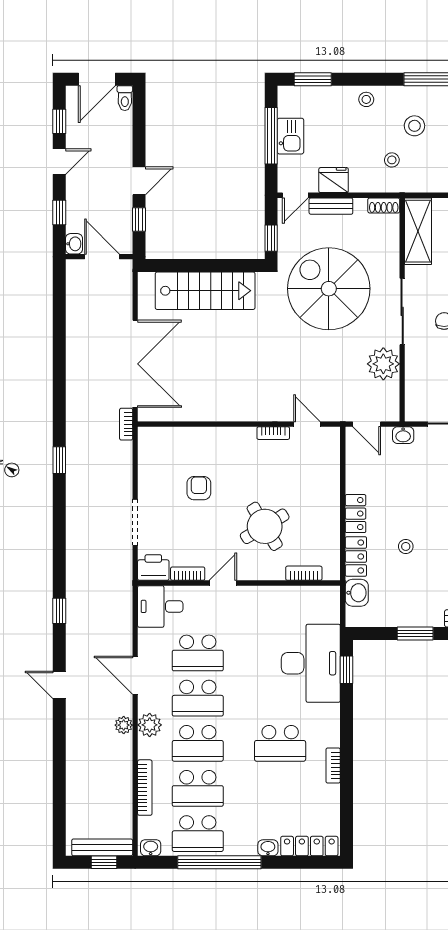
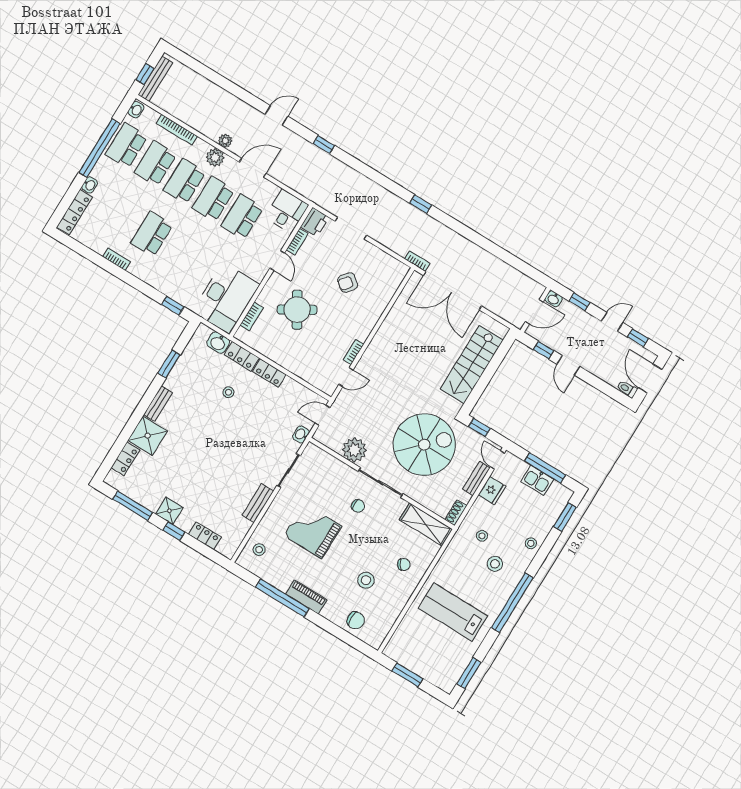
door: (59, 162) -> (612, 322), swing flipped
armchair: (199, 488) -> (348, 283), turned 128
desk: (311, 663) -> (226, 298), moved, turned -90

